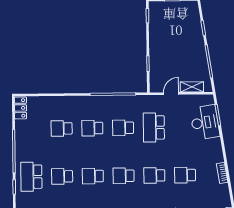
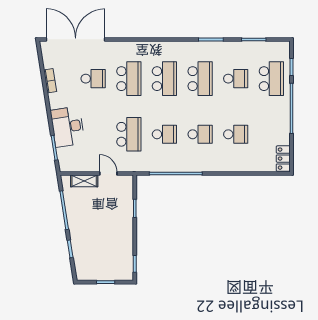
door: (171, 93) -> (108, 173), swing flipped
desk: (205, 122) -> (68, 127), moved
school desk: (154, 175) -> (129, 79), width x1.85
school desk: (93, 176) -> (200, 79), width x1.85
school desk: (124, 176) -> (164, 79), width x1.85

